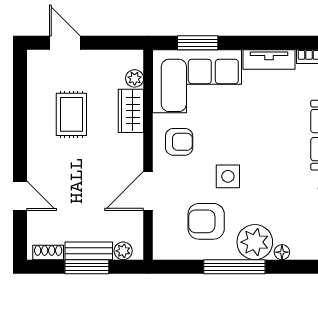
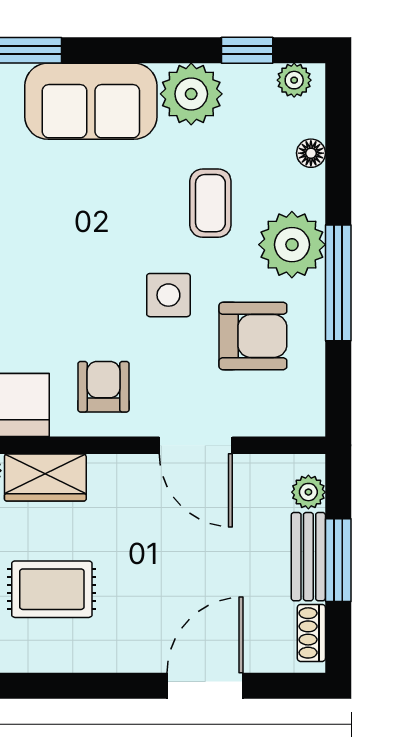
door: (20, 196) -> (205, 686), width x1.38
coffee table: (277, 199) -> (210, 203), added
armchair: (206, 221) -> (253, 336), turned -90
floor lamp: (282, 252) -> (311, 153), moved

